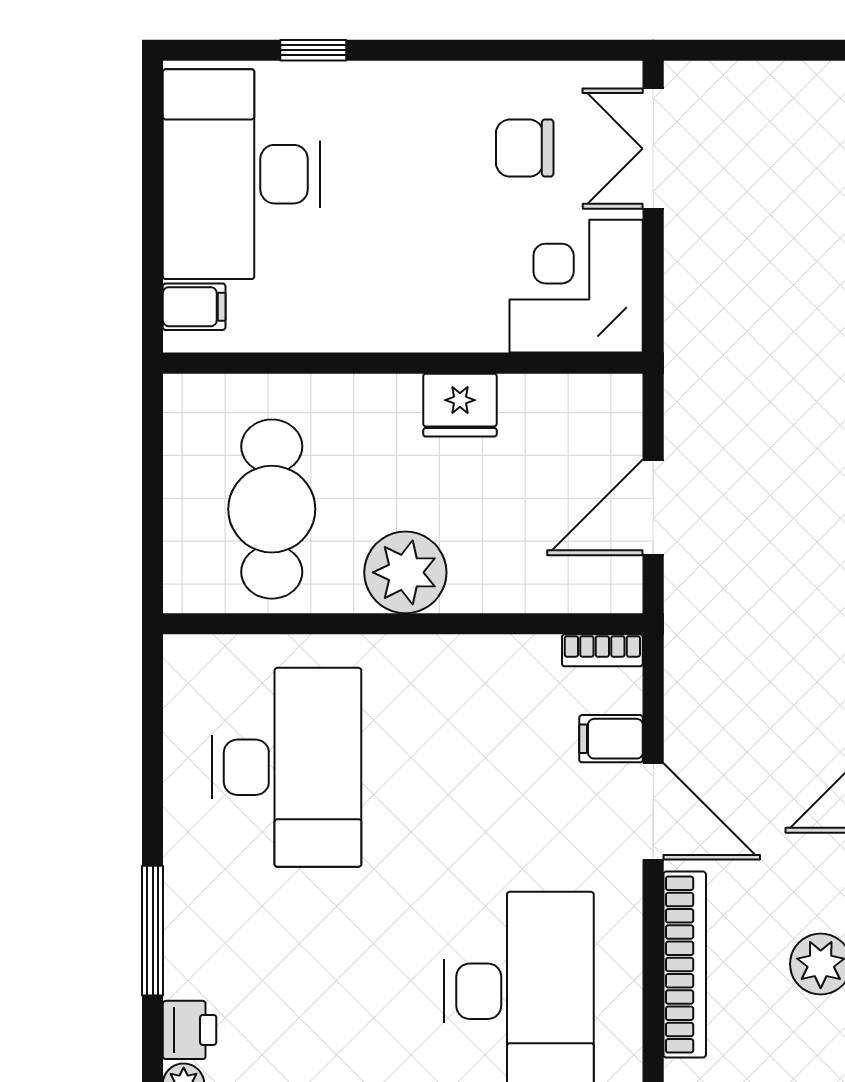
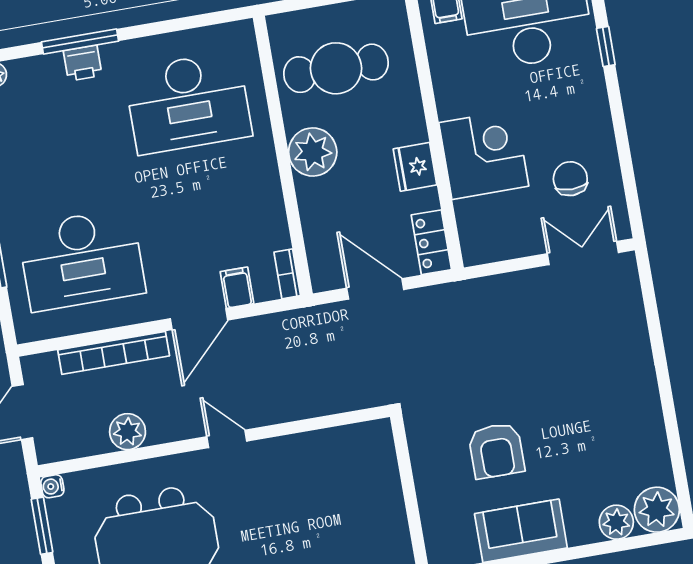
corner desk: (576, 286) -> (484, 154), moved
locker: (591, 400) -> (431, 242), added
printer: (190, 1030) -> (83, 63), moved

